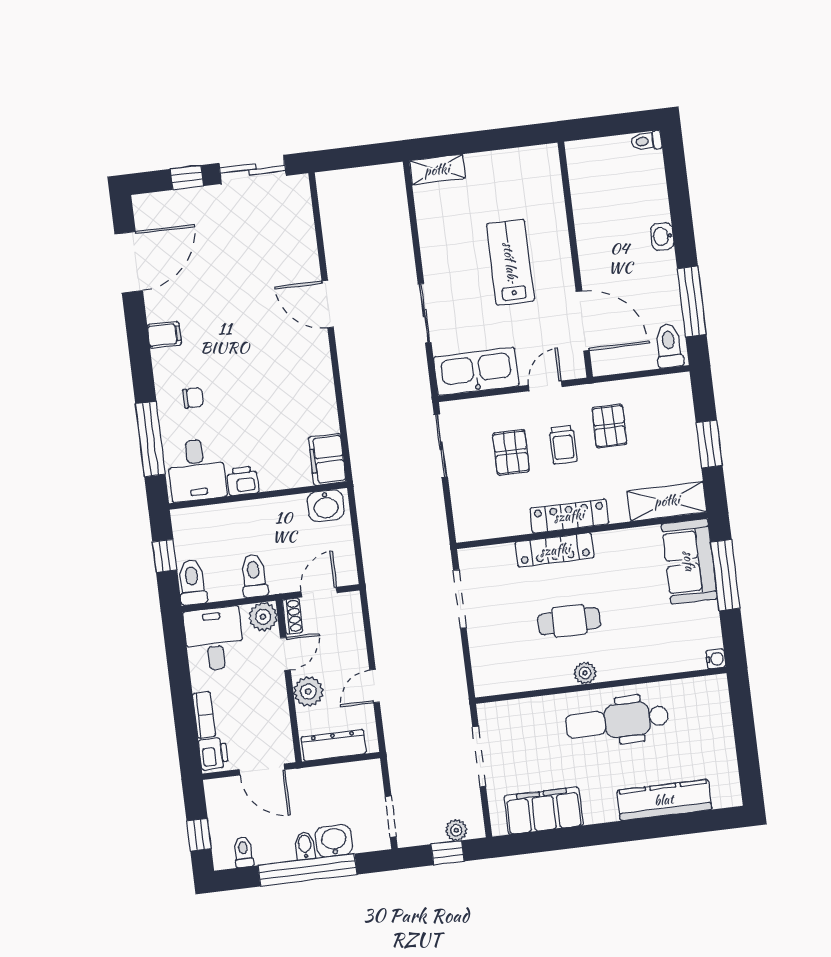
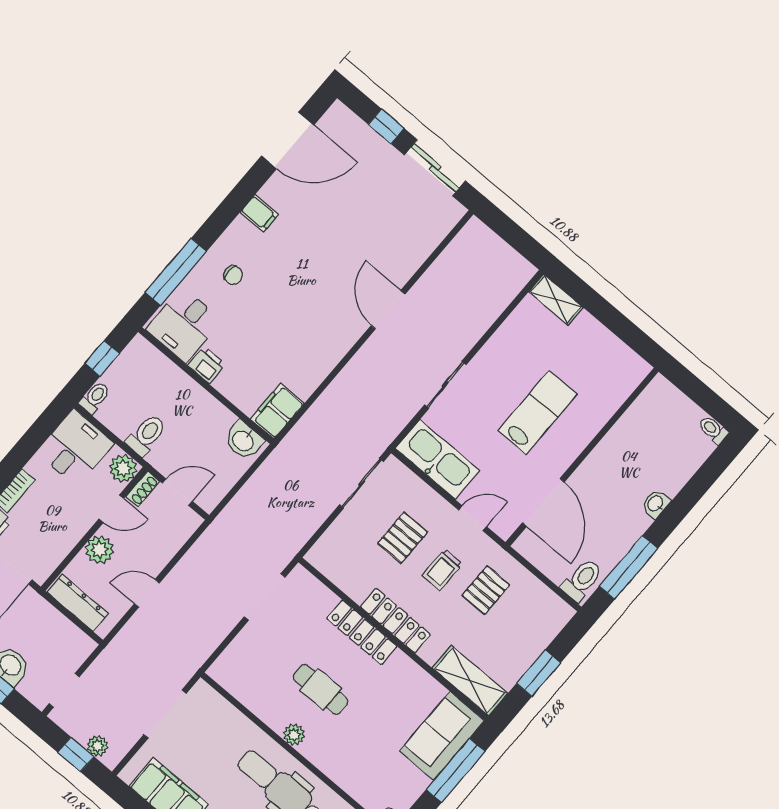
toilet: (192, 582) -> (95, 398), width x0.73, depth x0.72

